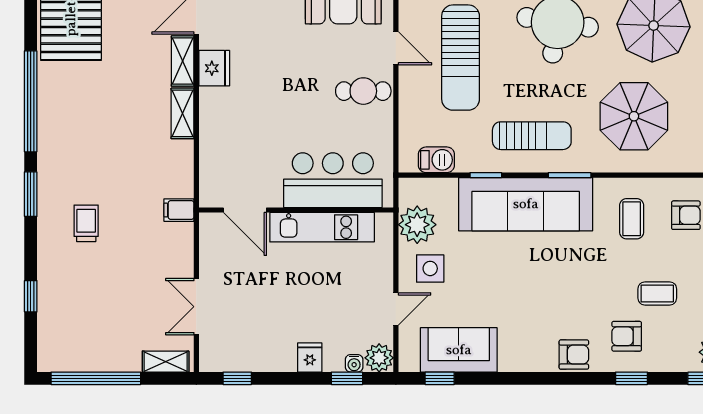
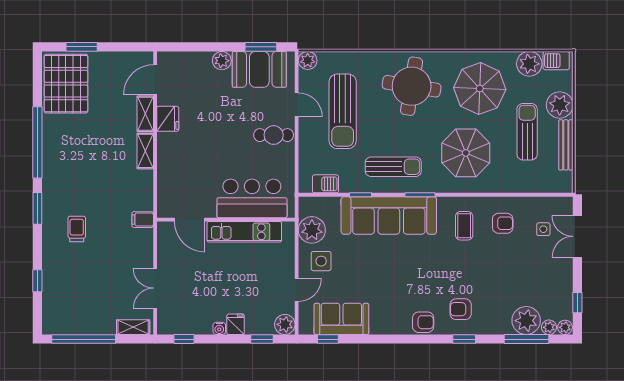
coffee table: (657, 293) -> (482, 279), removed
water cooler: (354, 363) -> (219, 328), moved

